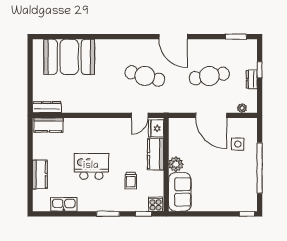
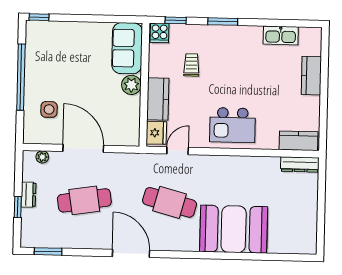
booth: (69, 57) -> (234, 229), moved
kitchen island: (91, 166) -> (232, 125), moved

